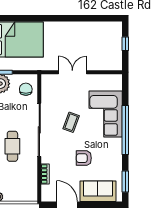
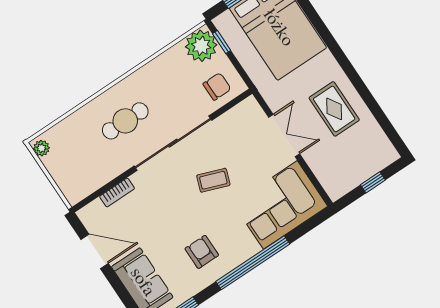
rug: (76, 39) -> (334, 109), added
corner sofa: (106, 114) -> (280, 205), moved
armchair: (84, 158) -> (202, 252), moved
door: (67, 205) -> (95, 251), hinge flipped

